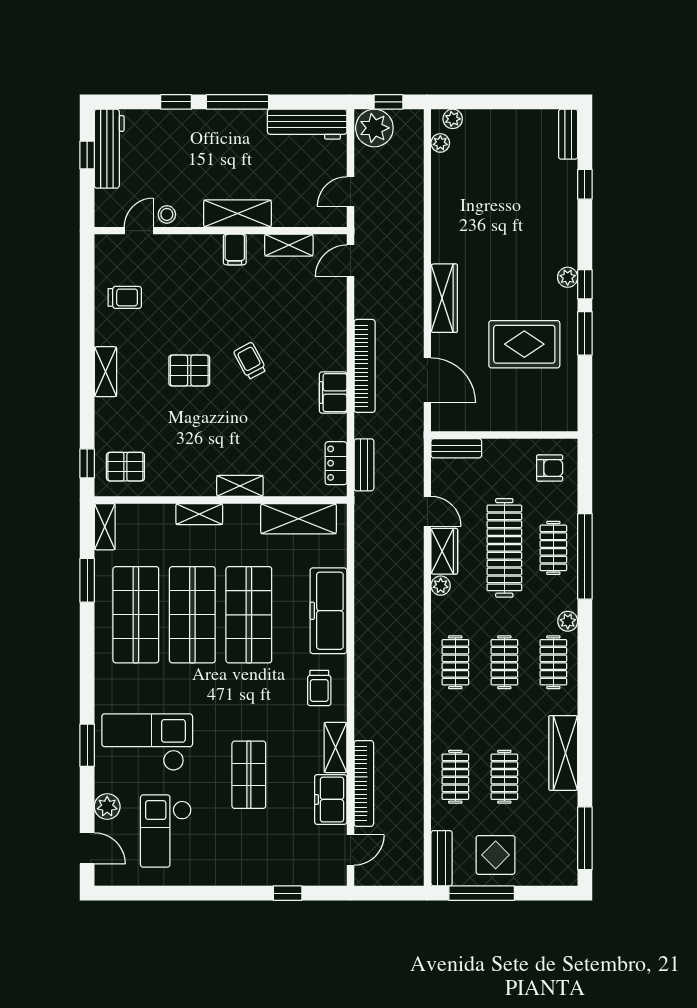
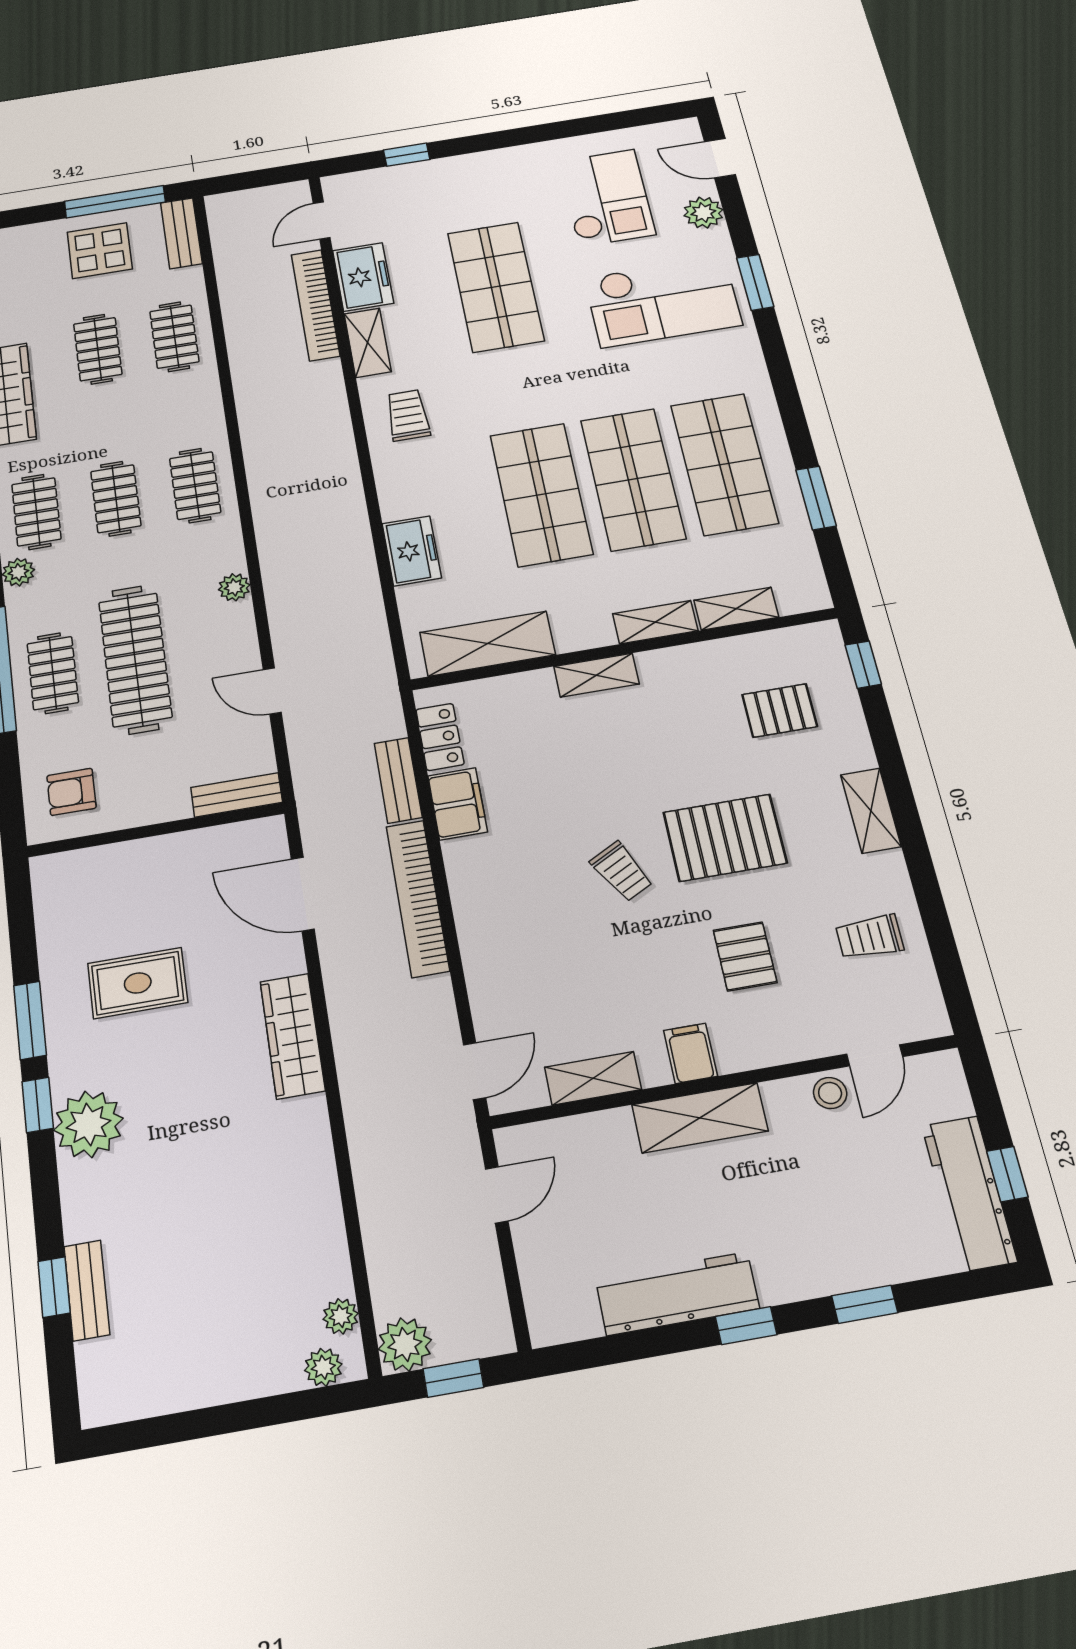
window: (238, 102) -> (746, 1326), width x0.46
workbench: (307, 124) -> (677, 1294), moved
plant: (374, 128) -> (405, 1344), moved, width x0.73, depth x0.73
bench: (568, 134) -> (87, 1290), moved
plant: (568, 277) -> (88, 1124), width x1.87, depth x1.87
pallet: (194, 299) -> (745, 956), added
rug: (524, 344) -> (138, 983), width x0.73, depth x0.70
pallet: (189, 370) -> (725, 838), width x1.50, depth x1.42
filing cabinet: (333, 393) -> (458, 804), moved
bench: (364, 465) -> (398, 780), moved
pallet: (125, 467) -> (780, 711), moved
shelving: (105, 527) -> (736, 609), moved, turned 90
wardrobe: (444, 551) -> (235, 638), removed
freezer: (328, 611) -> (412, 551), width x0.52, depth x0.79
shop shelf: (249, 775) -> (496, 287), width x1.43, depth x1.36

